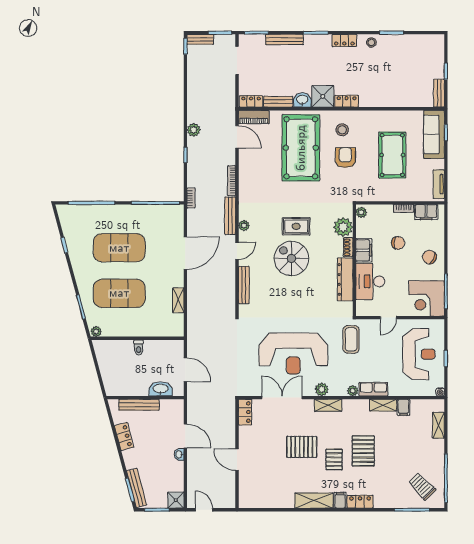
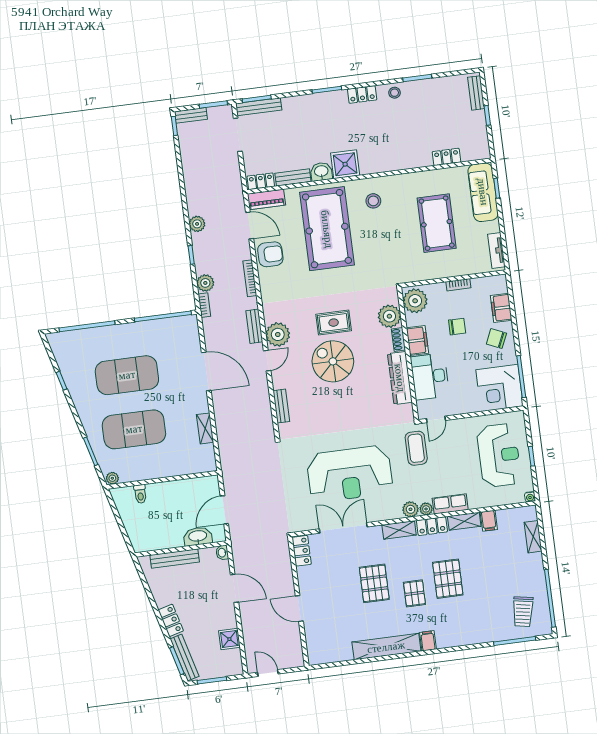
bench: (284, 40) -> (259, 107), moved
bench: (439, 93) -> (476, 93), moved
locker: (347, 101) -> (446, 157), moved
armchair: (345, 158) -> (270, 254), moved, turned 90
plant: (194, 180) -> (205, 283), added
plant: (361, 212) -> (415, 301), width x1.88, depth x1.88
filing cabinet: (426, 212) -> (501, 308), moved, turned 90
bench: (230, 216) -> (254, 326), width x0.73
plant: (244, 226) -> (278, 334), width x1.87, depth x1.87
door: (185, 253) -> (206, 371), hinge flipped
bench: (244, 285) -> (281, 406), width x0.73
door: (388, 318) -> (436, 419), moved
toilet: (139, 348) -> (140, 494), moved
door: (185, 370) -> (224, 510), swing flipped
plant: (322, 389) -> (410, 509), moved
locker: (124, 436) -> (171, 620), moved
pallet: (302, 447) -> (374, 583), turned 90
washbasin: (179, 454) -> (222, 553), moved
trolley: (422, 486) -> (523, 612), turned -126
shower: (176, 500) -> (229, 639), moved
shelving: (314, 501) -> (386, 647), width x1.47
locker: (360, 502) -> (432, 526), moved, turned 180

